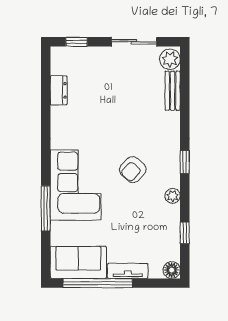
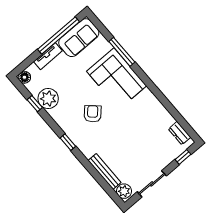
dresser: (59, 90) -> (180, 133), moved
bench: (173, 91) -> (105, 171), width x1.36
plant: (173, 196) -> (48, 99), moved, width x1.88, depth x1.88

